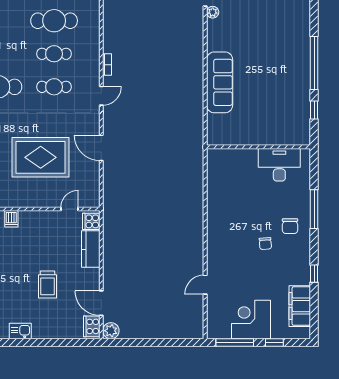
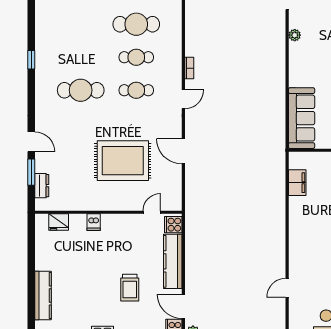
plant: (213, 12) -> (295, 35), moved
sofa: (220, 82) -> (302, 118), moved
filing cabinet: (215, 179) -> (297, 183), added
kitchen counter: (91, 249) -> (173, 261), width x1.50

